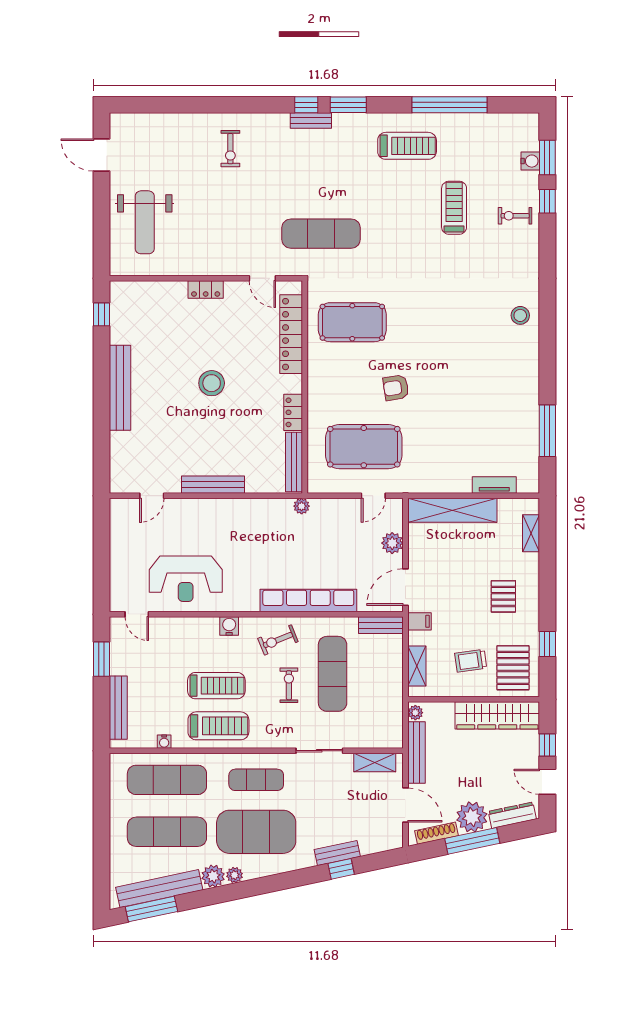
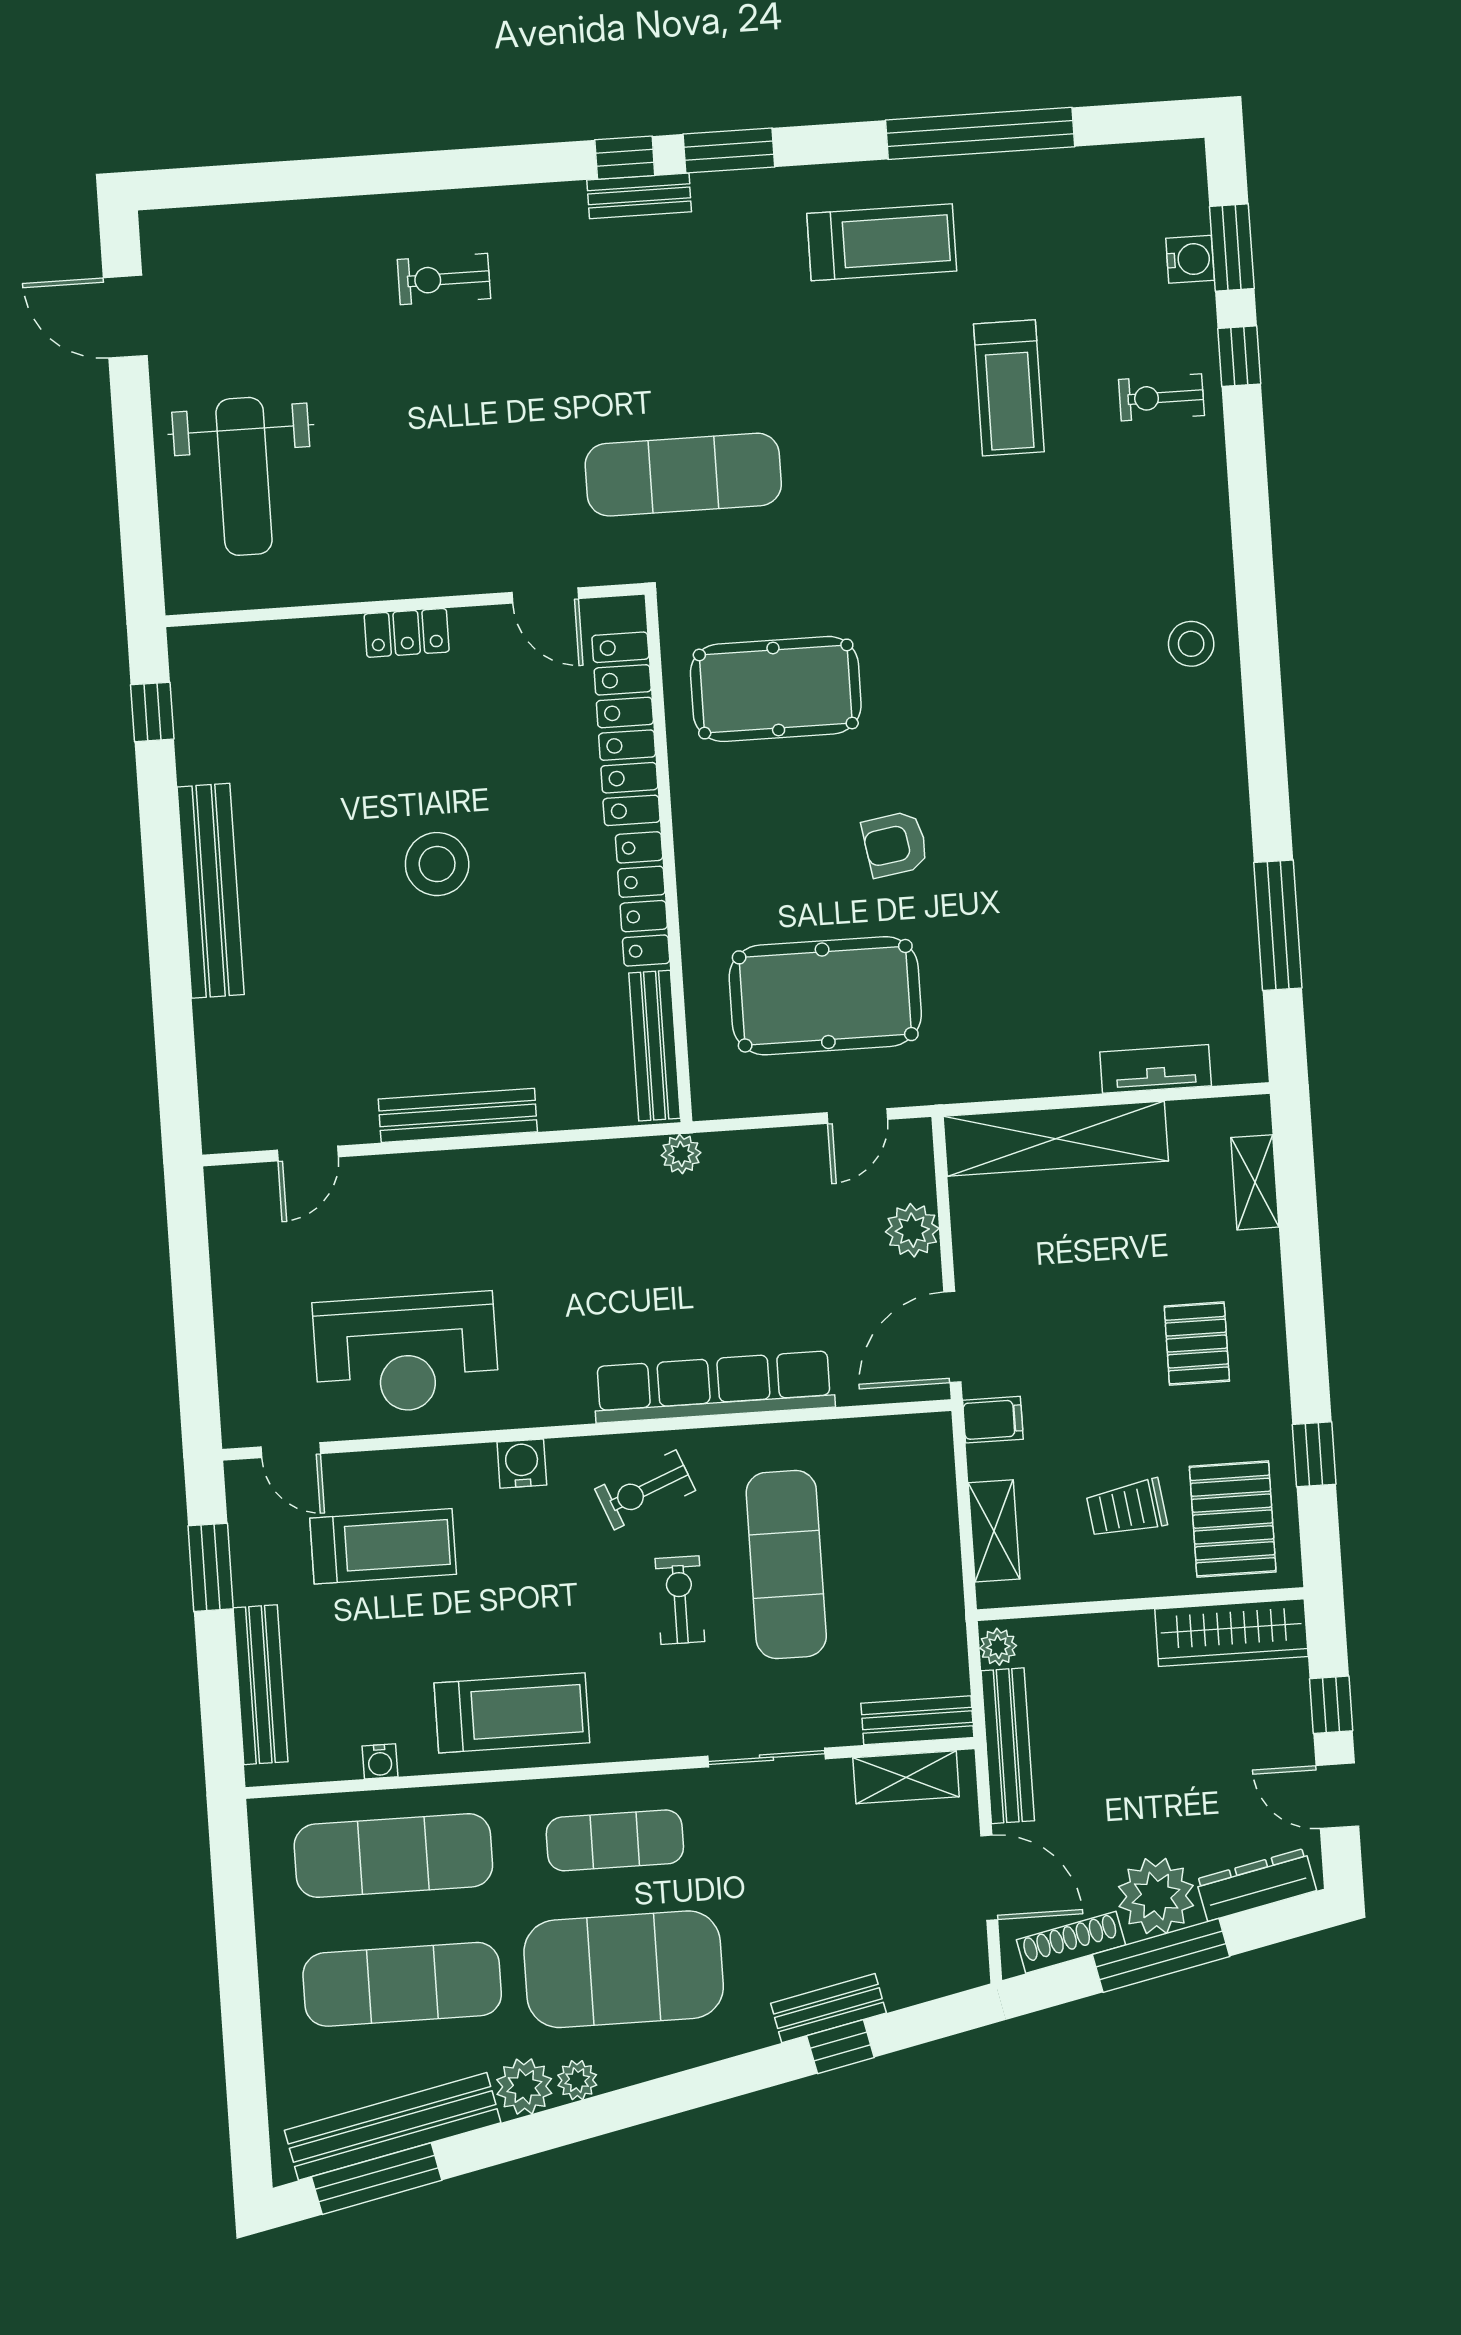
exercise bike: (230, 149) -> (444, 279), turned 90
treadmill: (454, 208) -> (1009, 388), turned 180
locker: (293, 412) -> (643, 899), width x1.53
bench: (381, 625) -> (917, 1720), moved
treadmill: (216, 686) -> (383, 1546), moved
wardrobe: (497, 715) -> (1231, 1633), width x0.71, depth x0.85

